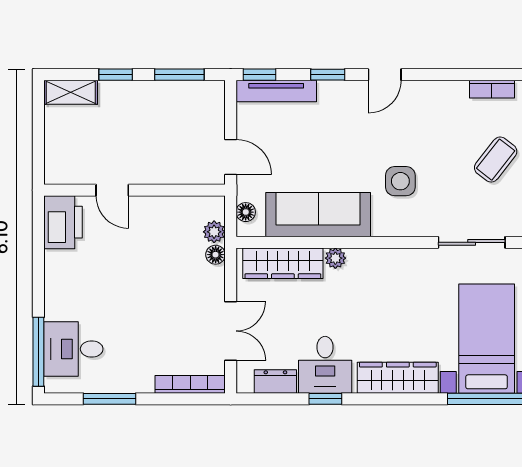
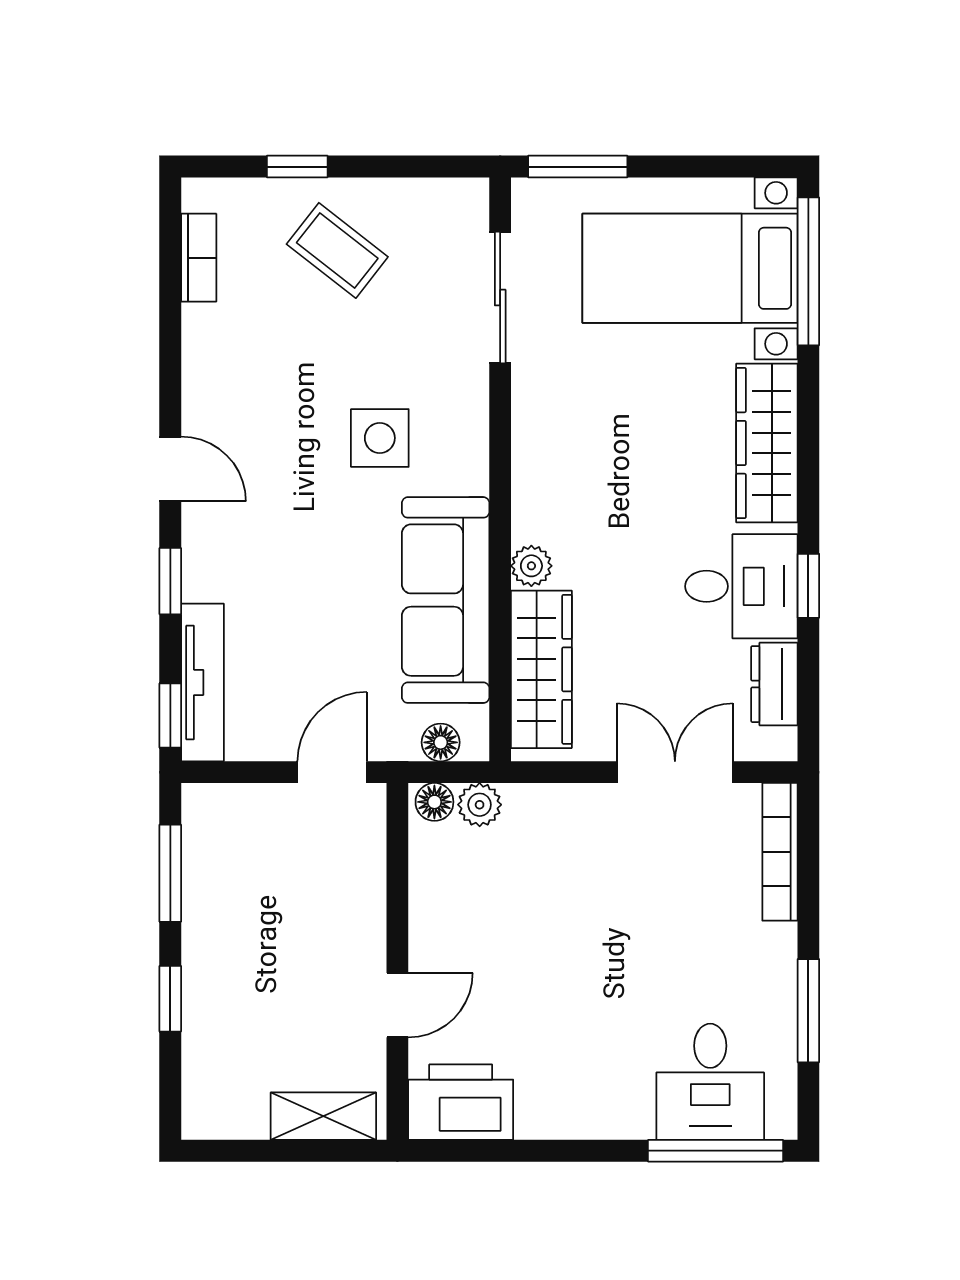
shelving: (71, 92) -> (323, 1116), moved, turned 90
floor lamp: (216, 255) -> (434, 802), moved

